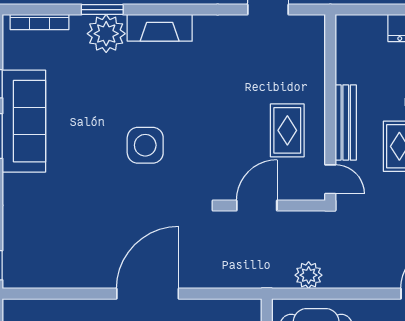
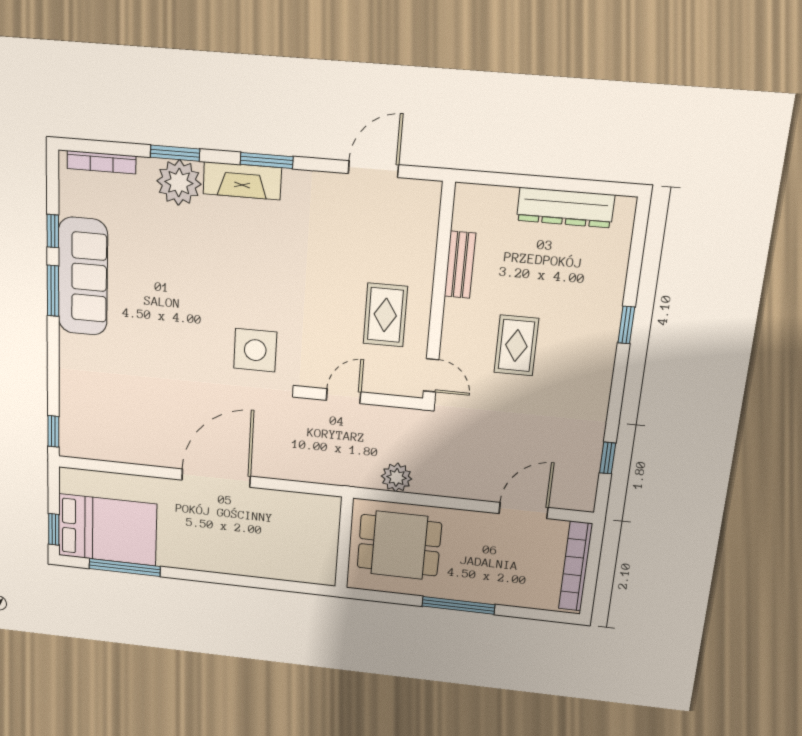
window: (179, 10) -> (267, 160), added
bench: (346, 122) -> (460, 265), moved, width x0.73
side table: (145, 145) -> (255, 350), moved
door: (257, 205) -> (344, 396), width x0.73

